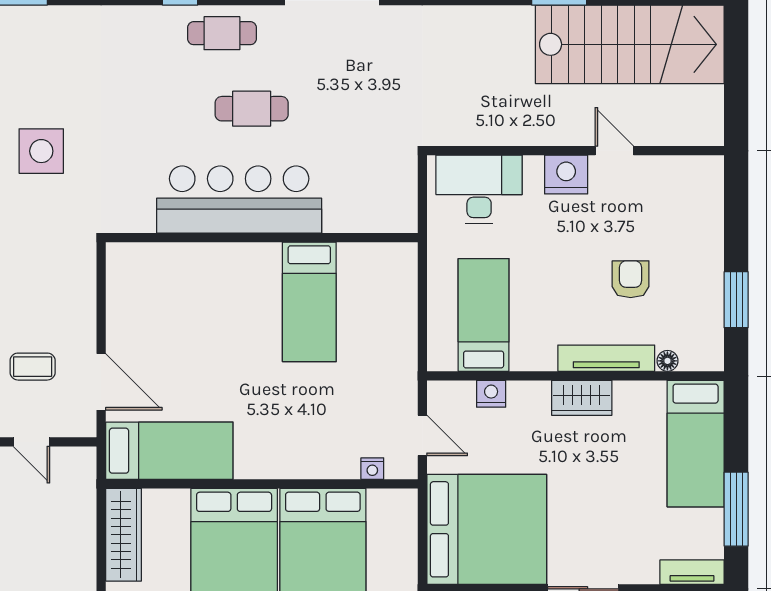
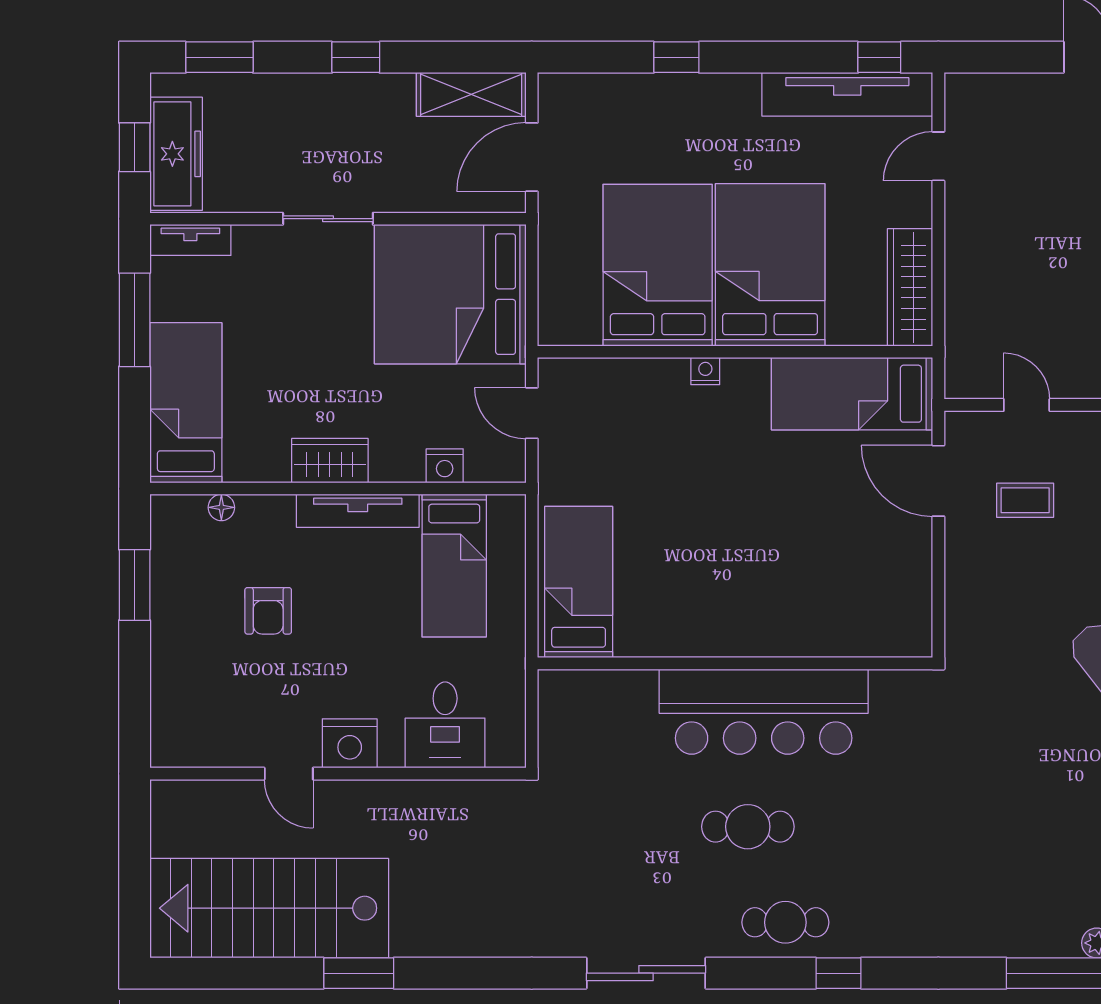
side table: (41, 151) -> (1014, 773), removed
desk: (479, 189) -> (445, 725), width x0.73
bed: (309, 302) -> (579, 582), moved
tv unit: (606, 358) -> (358, 511), moved
nightstand: (372, 469) -> (705, 371), moved

